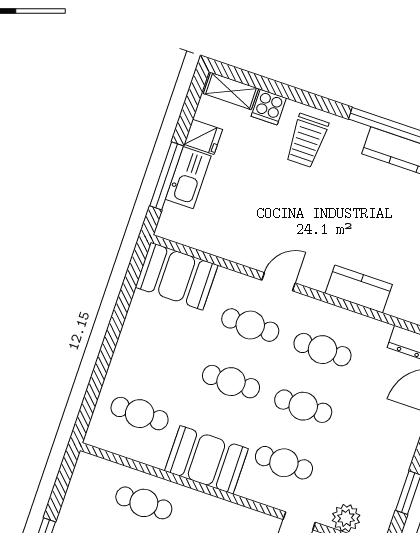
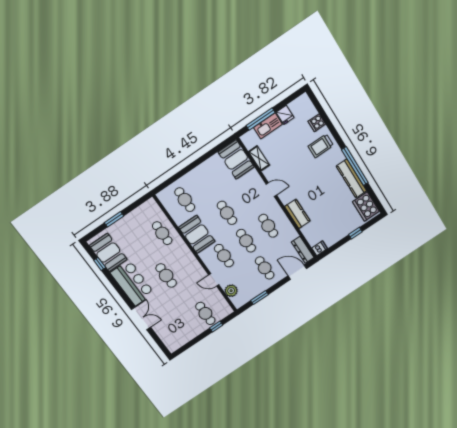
shelving: (231, 91) -> (259, 158), moved
cafe table: (250, 325) -> (265, 268), moved

